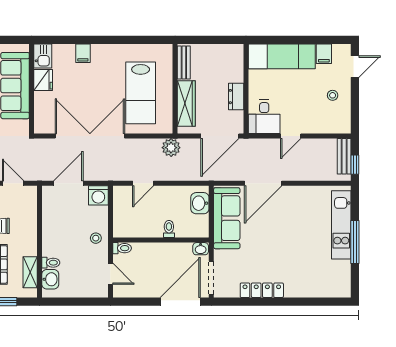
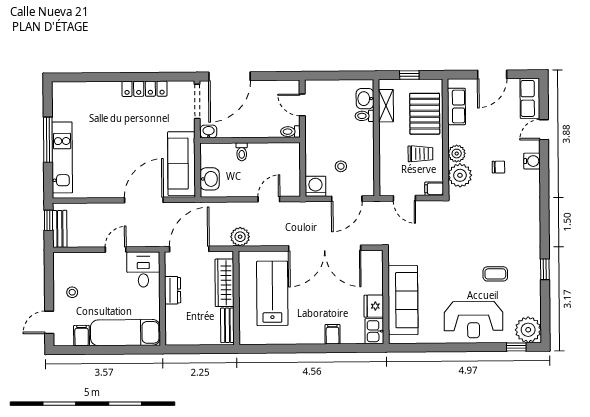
stool: (96, 238) -> (341, 166), moved

